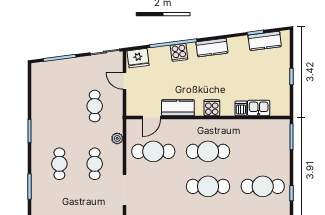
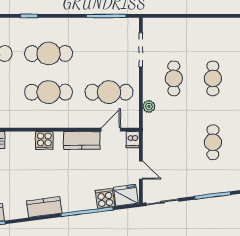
cooker: (179, 52) -> (105, 198), moved
cafe table: (95, 106) -> (213, 142), moved
dishwasher: (241, 108) -> (133, 140), moved

